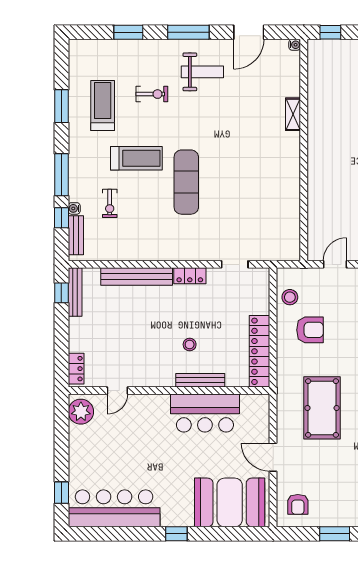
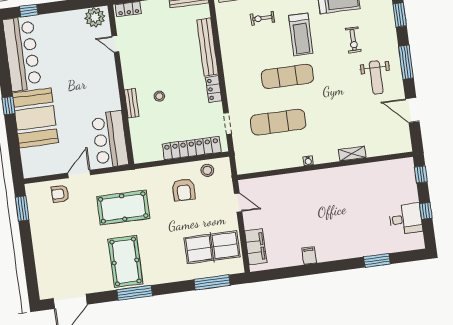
water cooler: (295, 45) -> (308, 161), moved
exercise mat: (242, 201) -> (278, 122), added
locker: (259, 351) -> (192, 148), moved
bench: (200, 380) -> (132, 103), width x0.73
bar counter: (205, 413) -> (110, 139), moved
booth: (230, 502) -> (35, 118), moved
armchair: (298, 504) -> (60, 194), moved
window: (335, 534) -> (22, 209), moved

